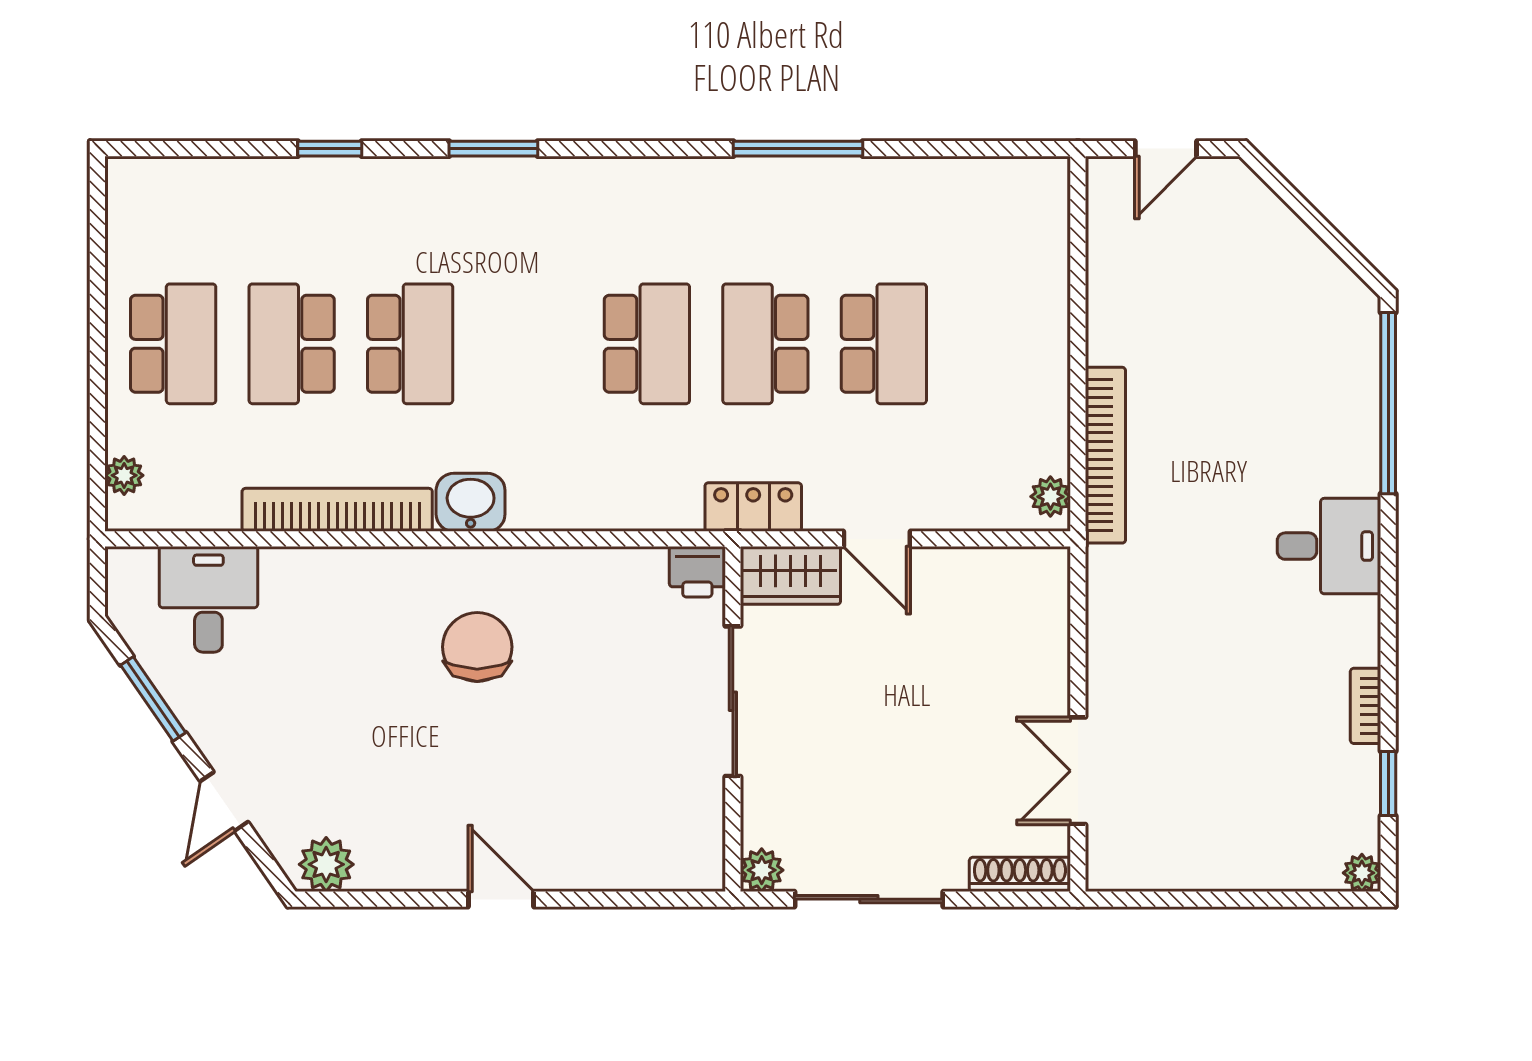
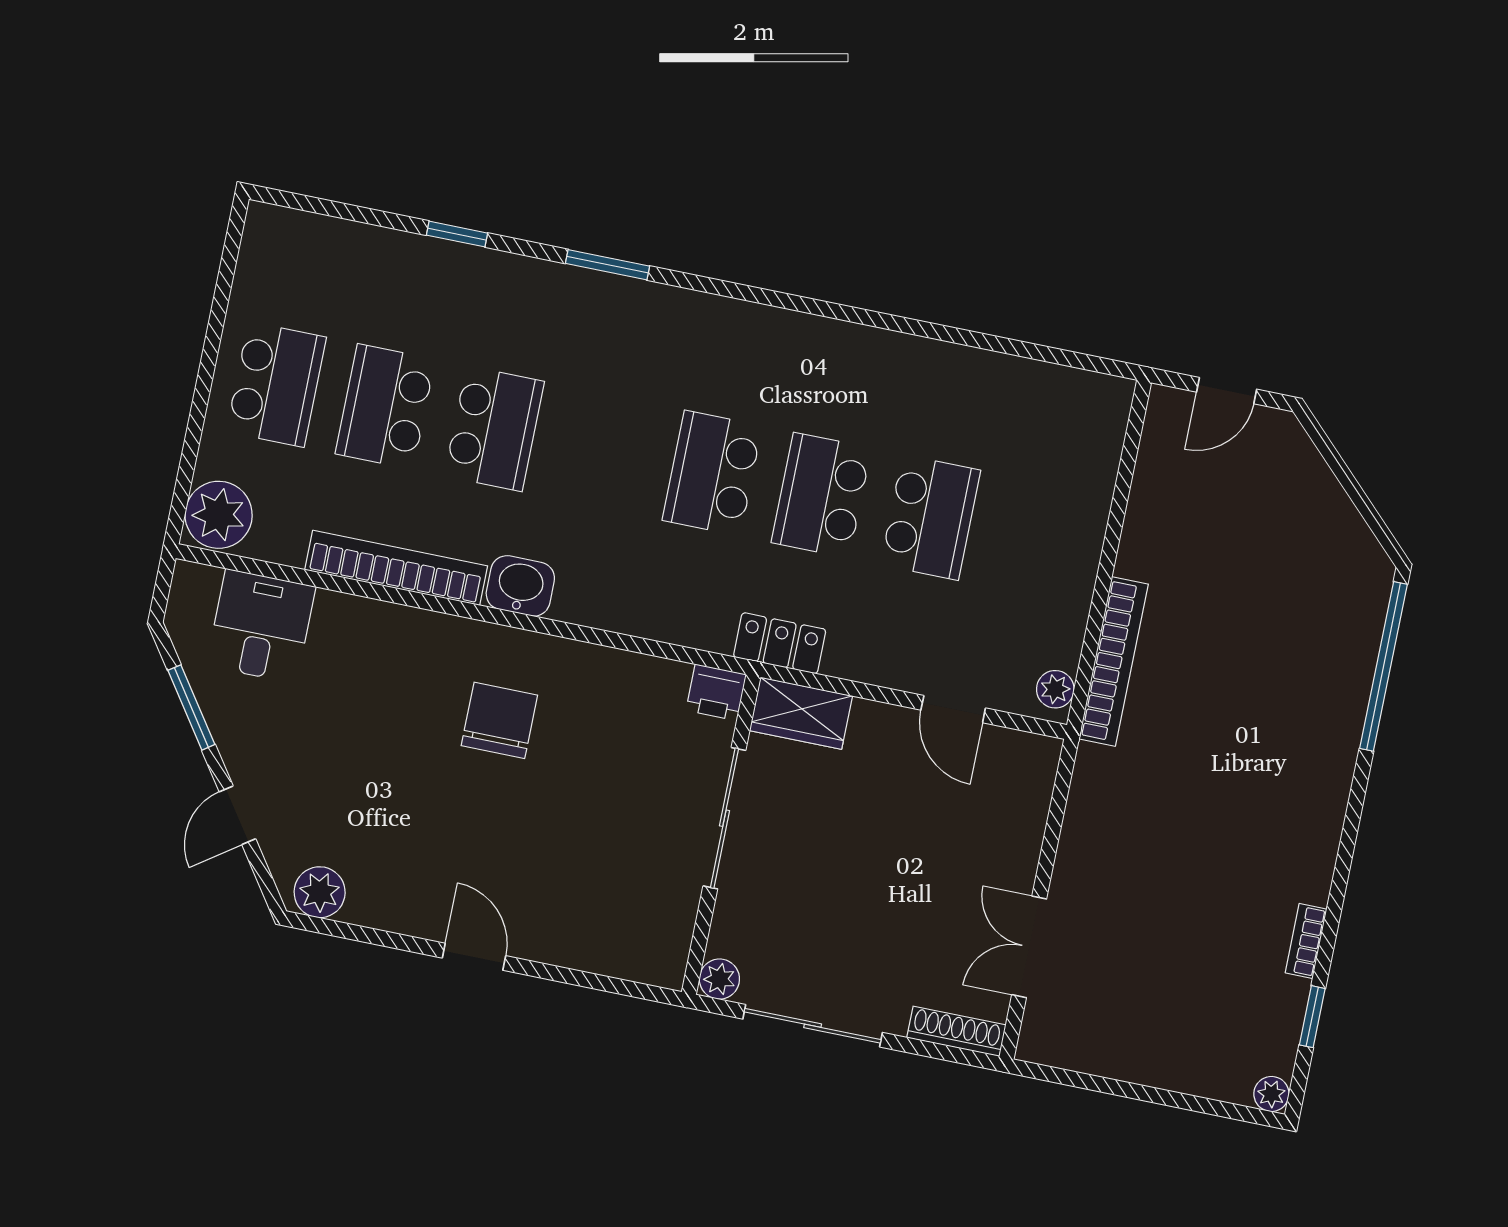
window: (798, 149) -> (888, 322), removed
school desk: (647, 344) -> (712, 473), turned 180
plant: (124, 475) -> (219, 515), width x1.87, depth x1.87
door: (877, 539) -> (953, 709), moved
desk: (1329, 546) -> (1302, 787), removed

